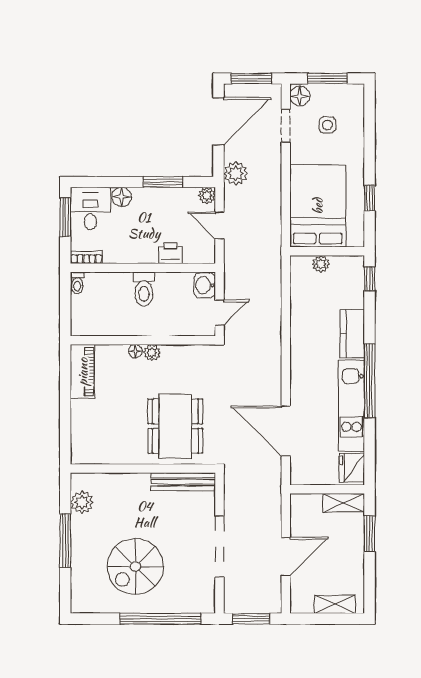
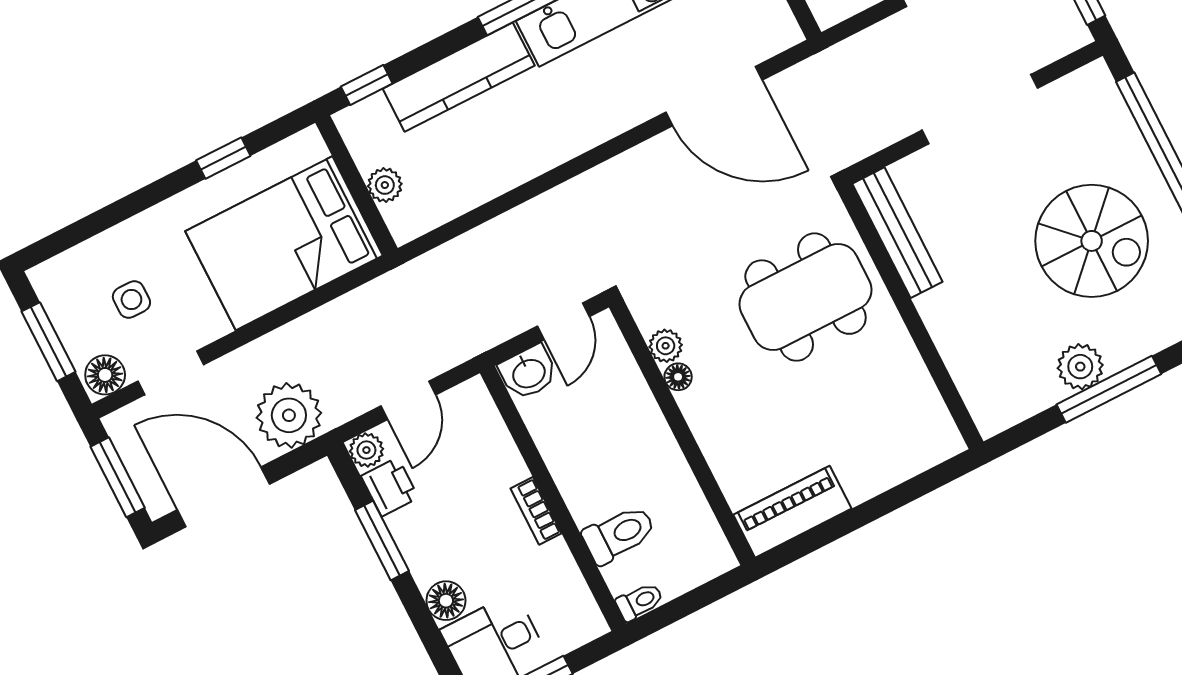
plant: (236, 173) -> (289, 415), width x1.36, depth x1.36
printer: (170, 253) -> (390, 487), moved, turned 180
bookcase: (86, 257) -> (536, 511), moved
toilet: (144, 289) -> (619, 534), moved
door: (219, 313) -> (563, 321), swing flipped
kitchen counter: (352, 334) -> (459, 77), width x1.50
floor lamp: (135, 351) -> (678, 377), moved
plant: (152, 353) -> (666, 346), moved
door: (286, 431) -> (714, 96), hinge flipped
plant: (82, 502) -> (1080, 367), moved

